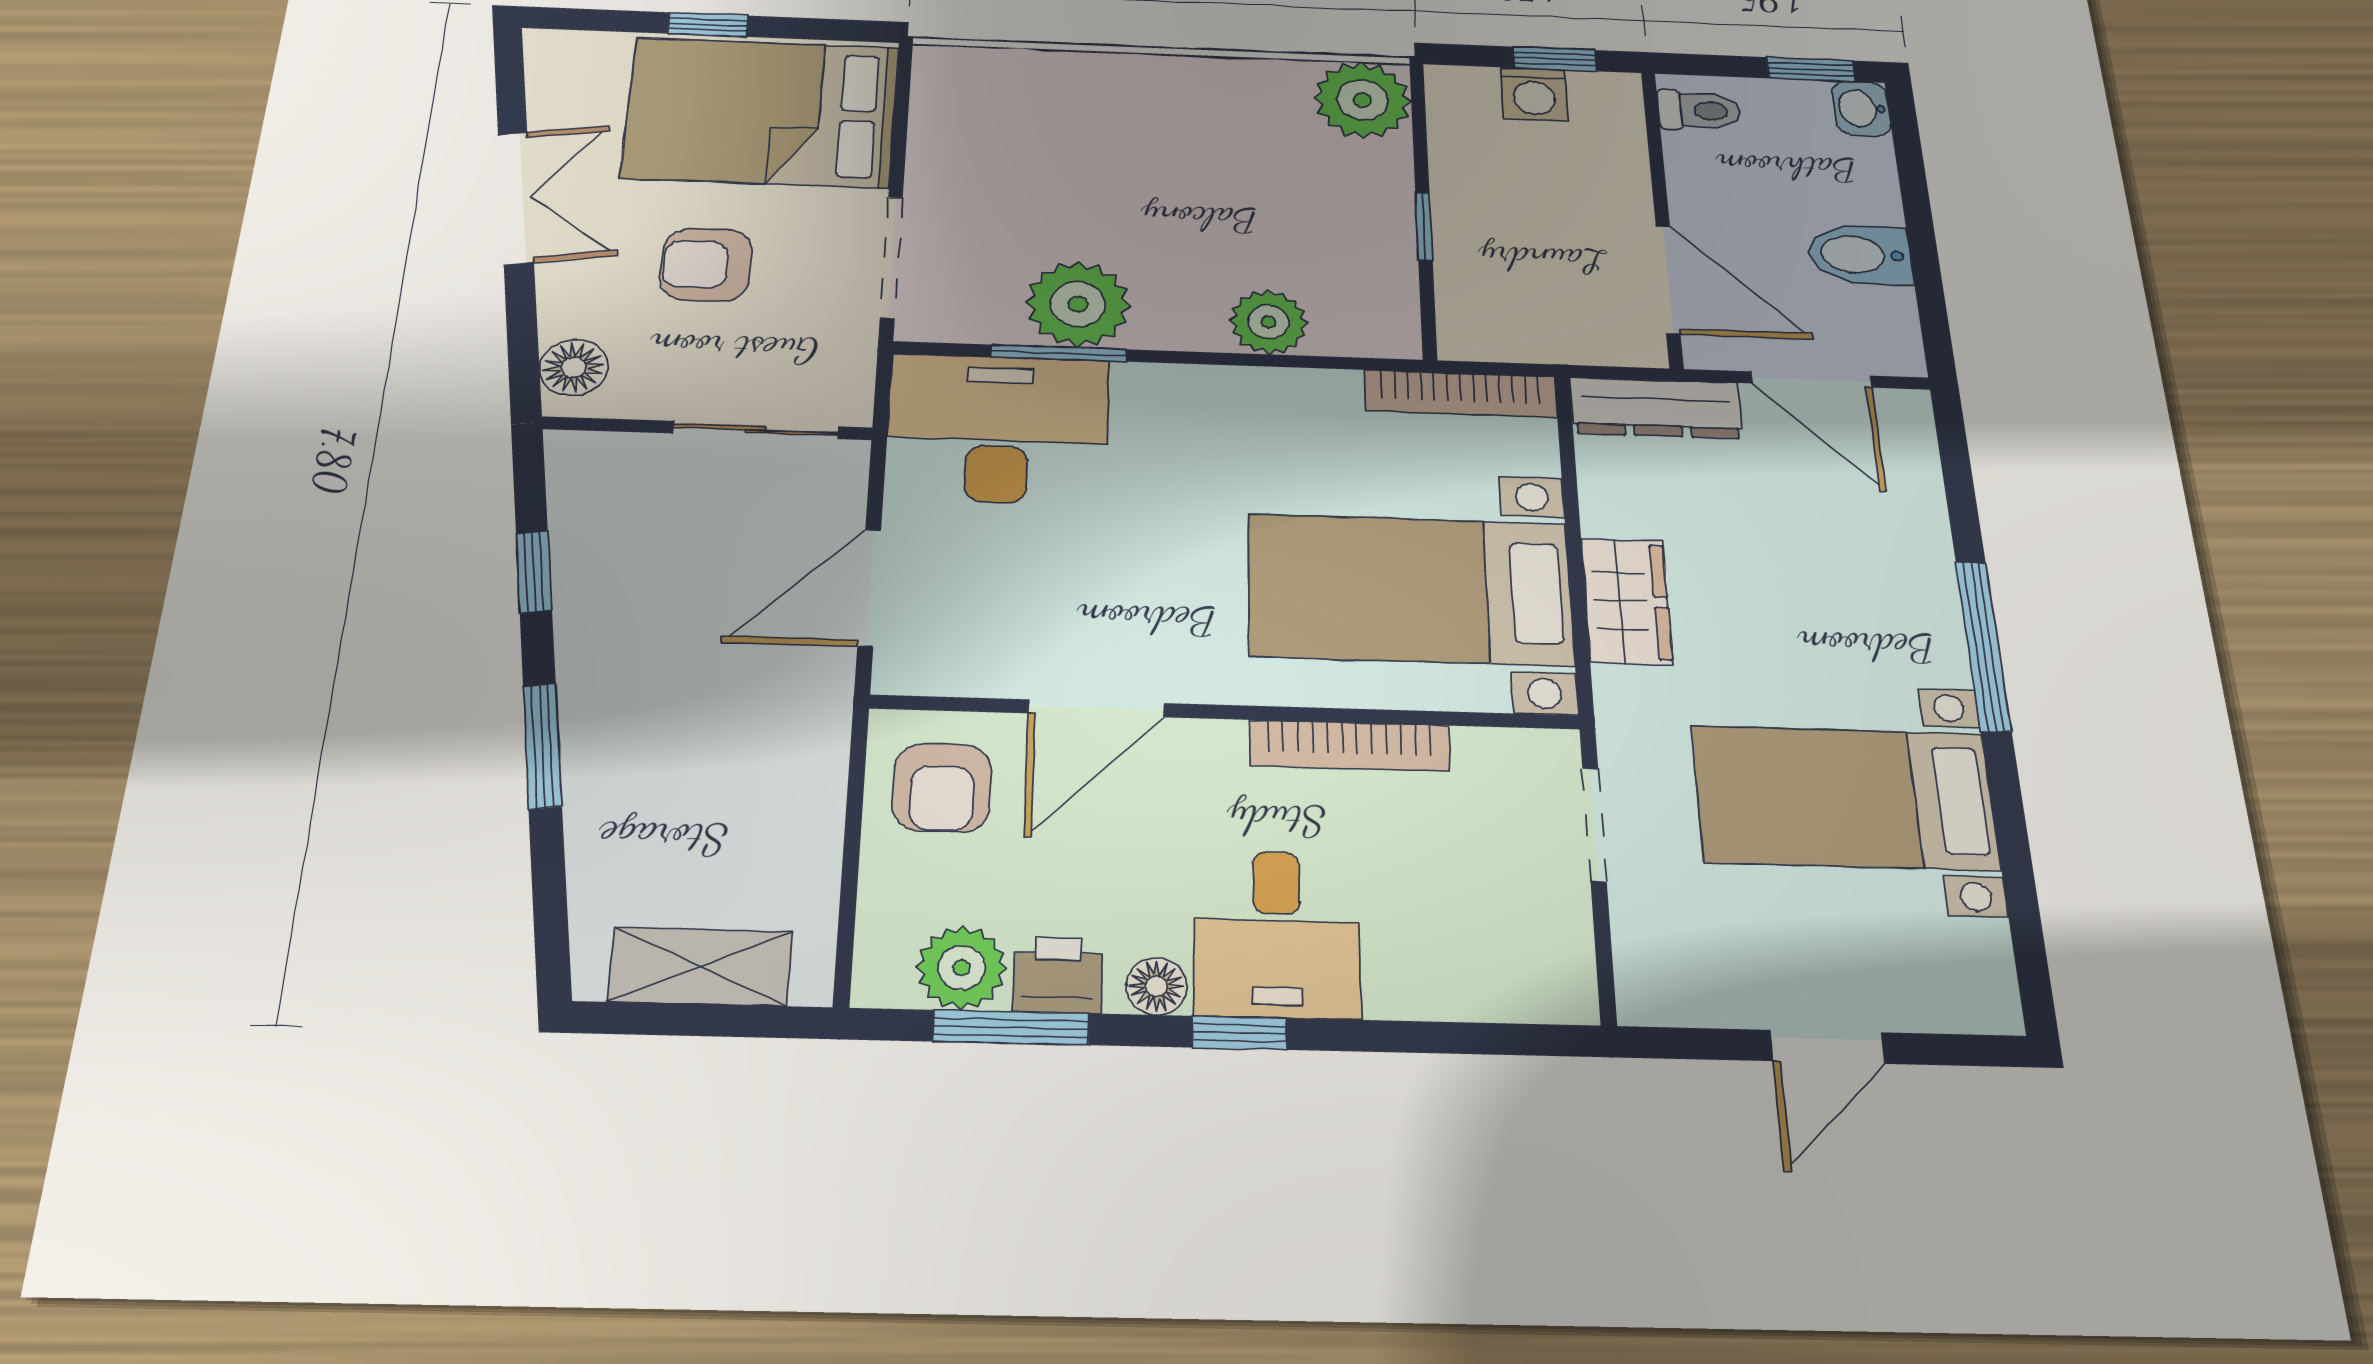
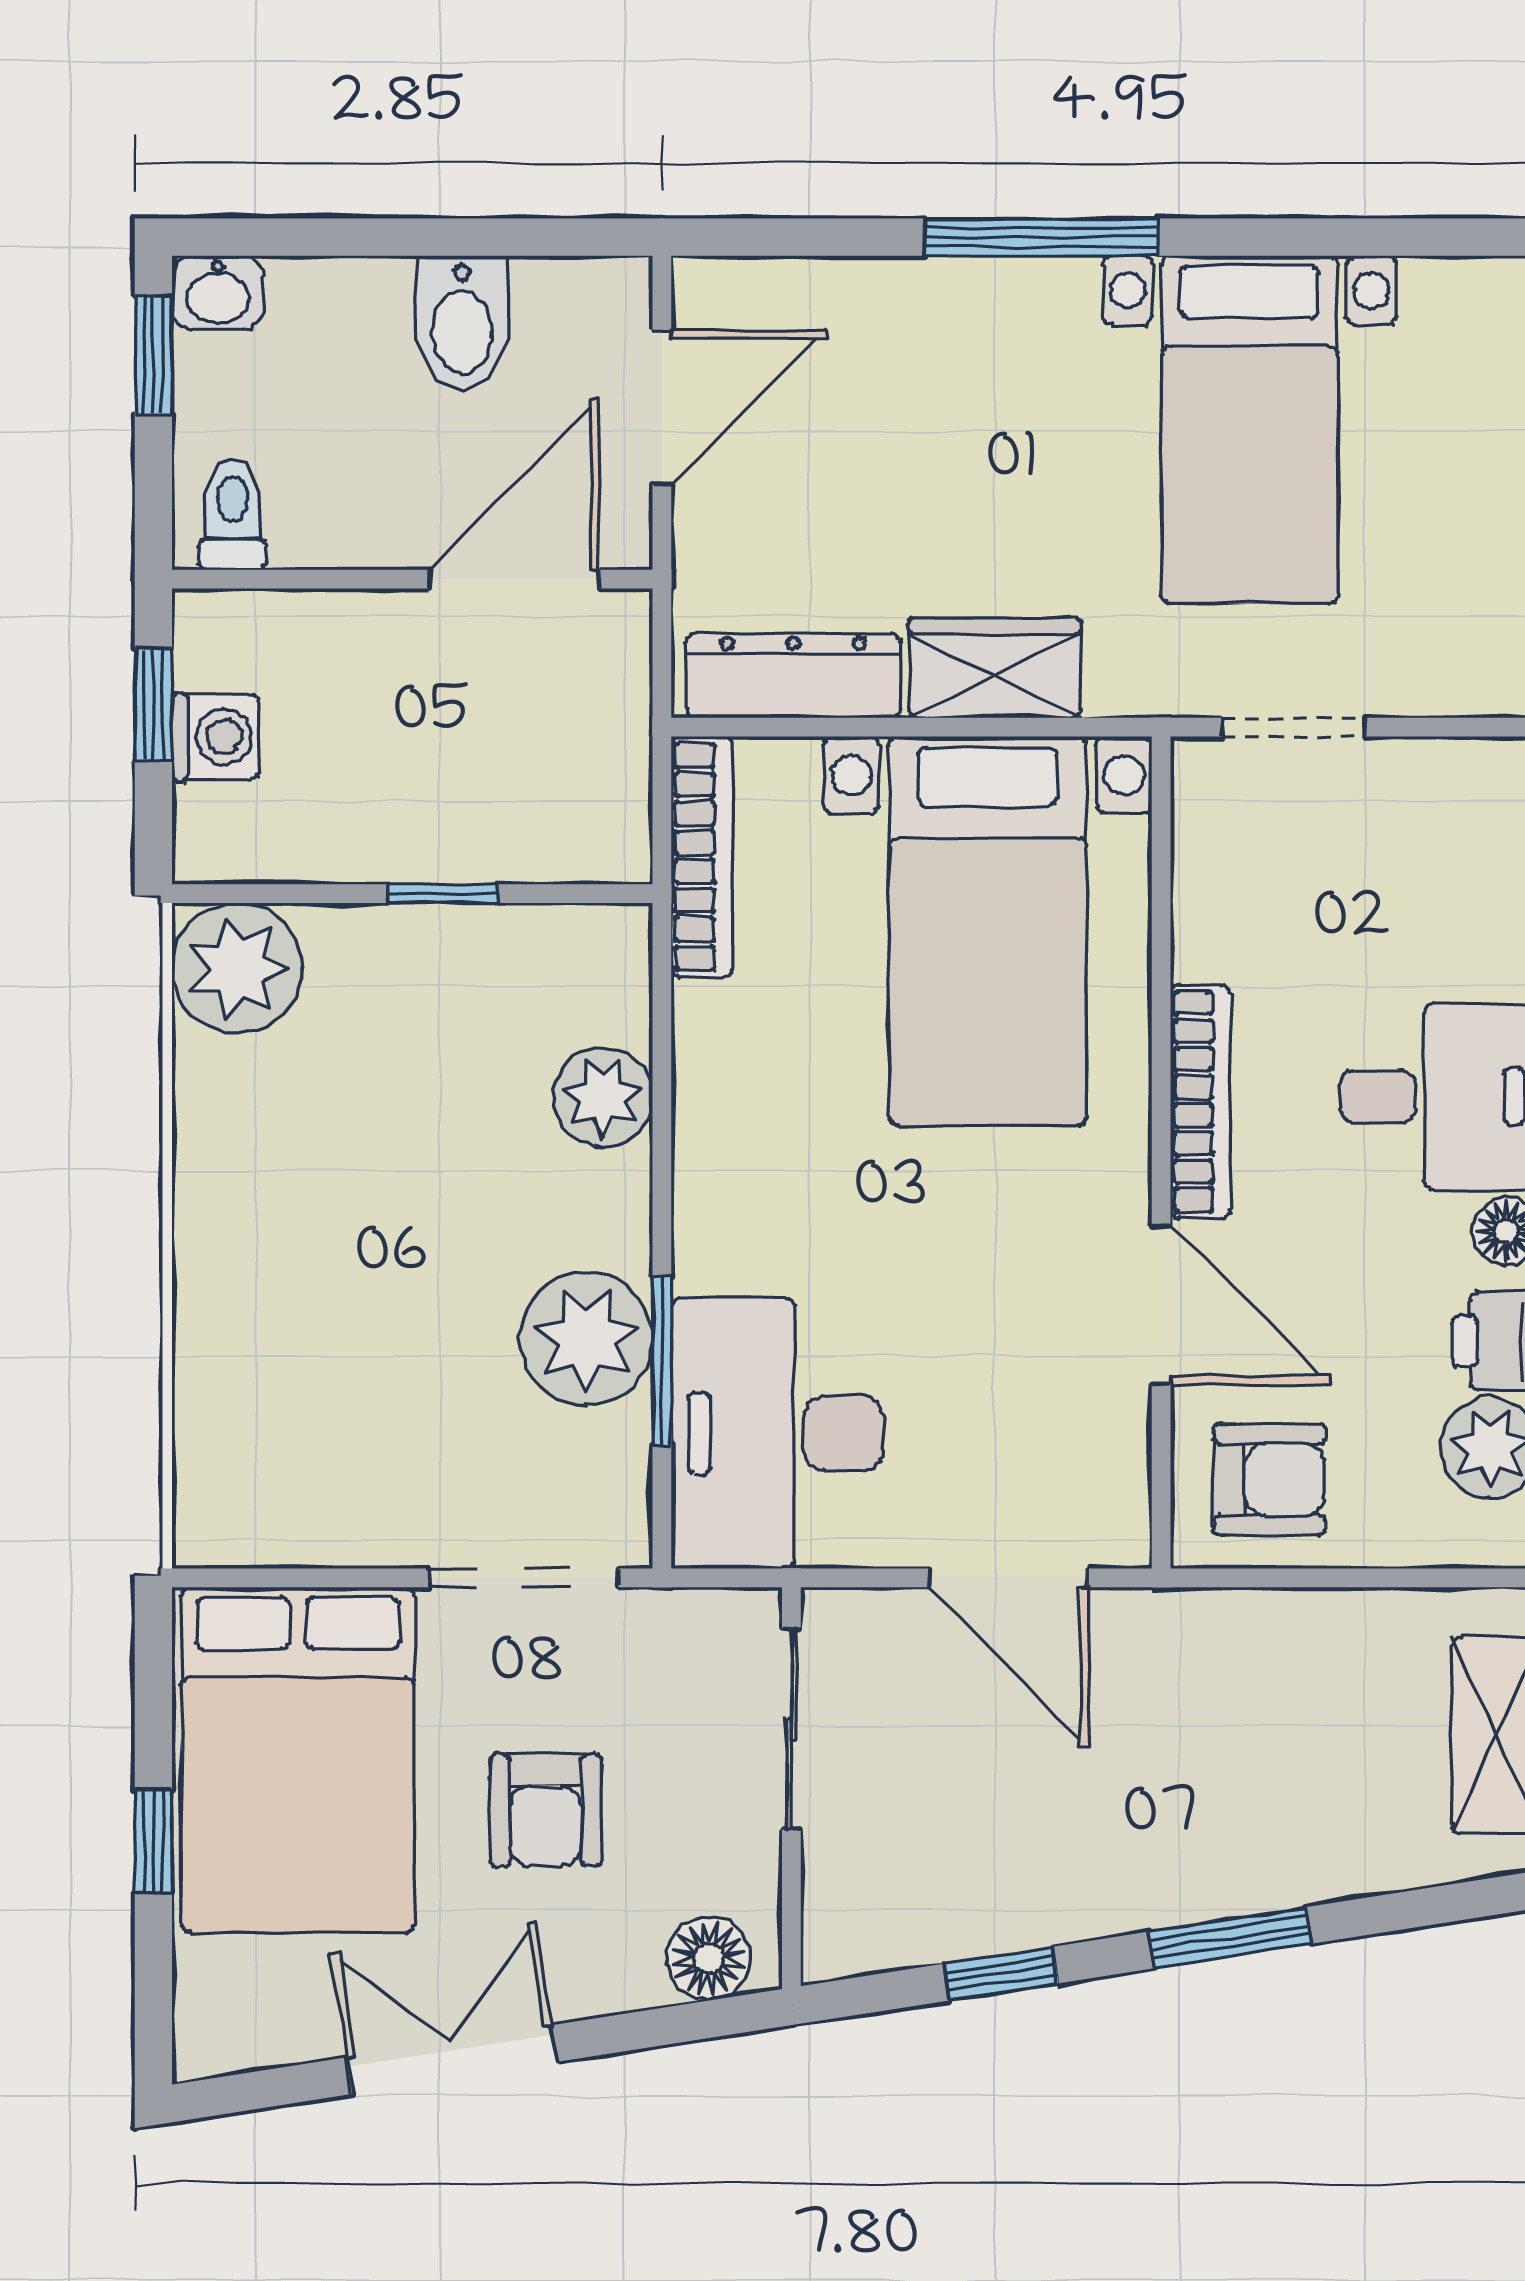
dresser: (1656, 408) -> (793, 676), moved, turned -90
bookcase: (1350, 745) -> (1200, 1101), moved

